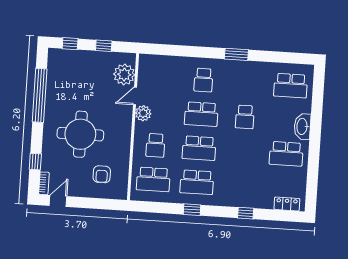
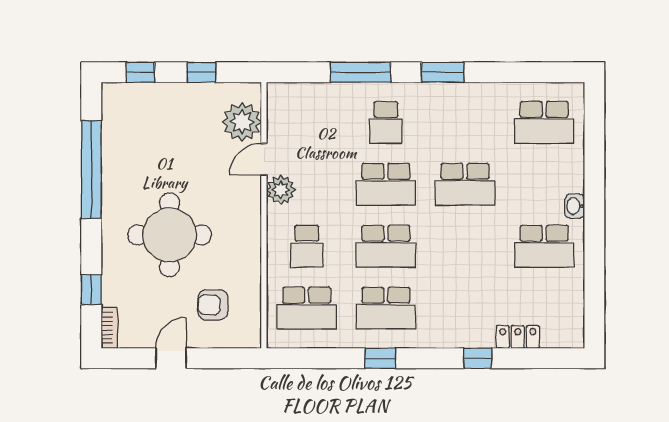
window: (191, 51) -> (361, 72), added
school desk: (245, 117) -> (465, 184), width x1.85
washbasin: (302, 126) -> (575, 206), width x0.52, depth x0.69
armchair: (102, 174) -> (213, 305), turned 90
door: (58, 201) -> (171, 358), moved
locker: (287, 204) -> (518, 337), moved

